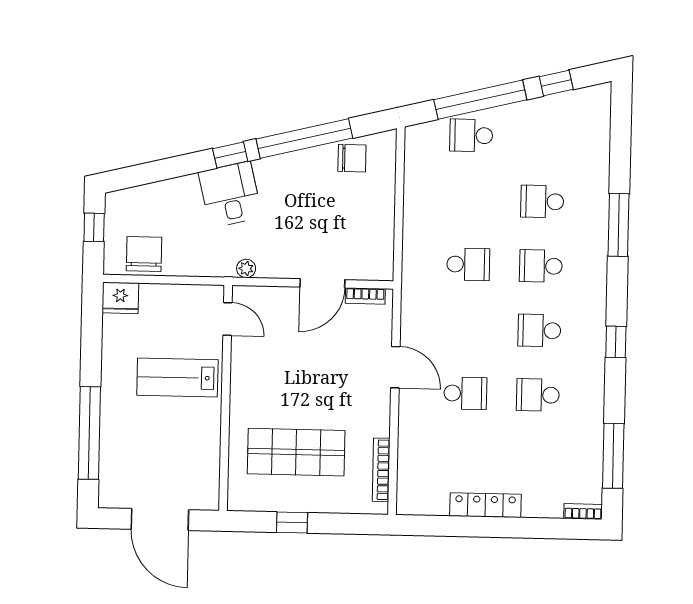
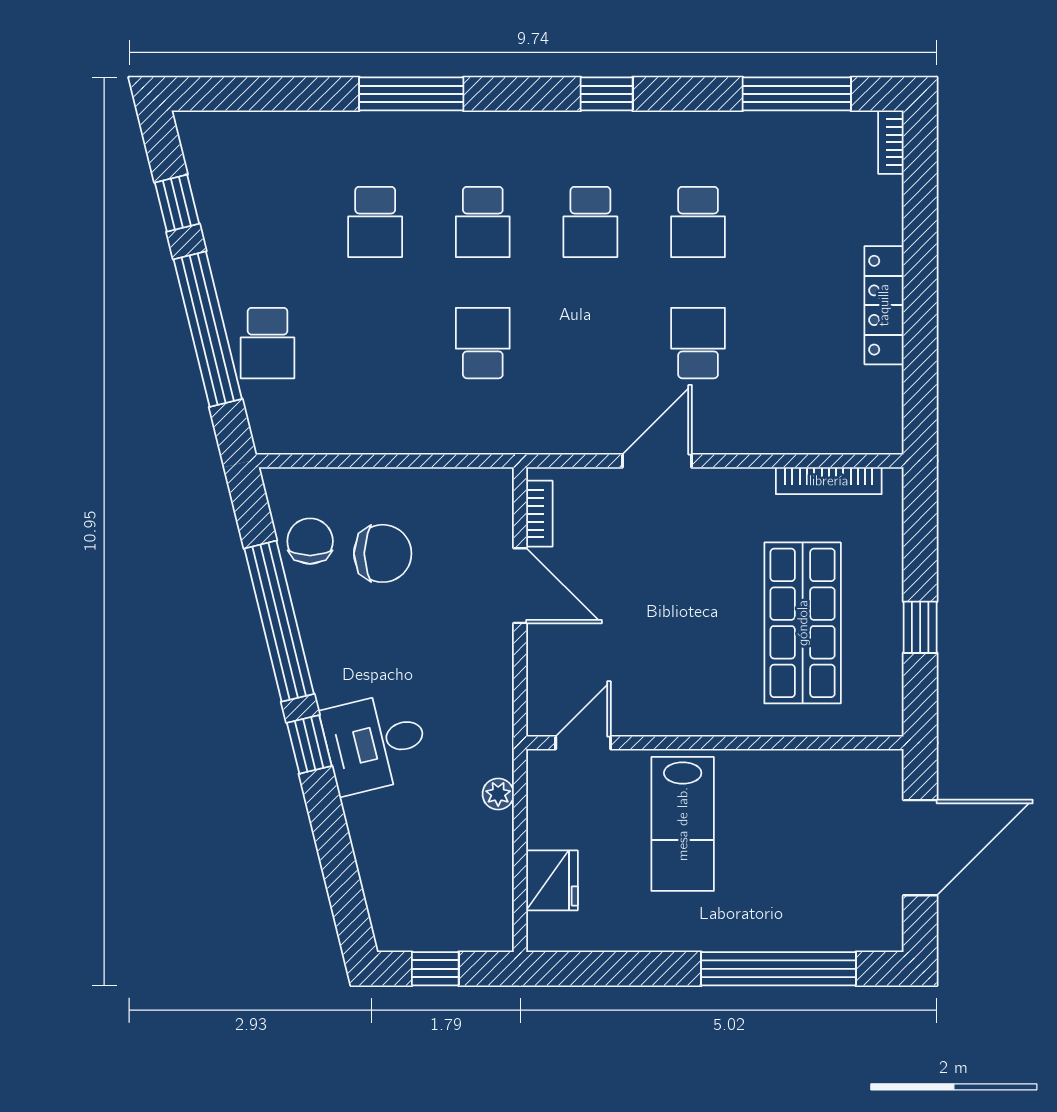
chair: (144, 254) -> (383, 553), moved, turned 180
plant: (246, 268) -> (498, 794), moved
fridge: (120, 298) -> (552, 880), moved

